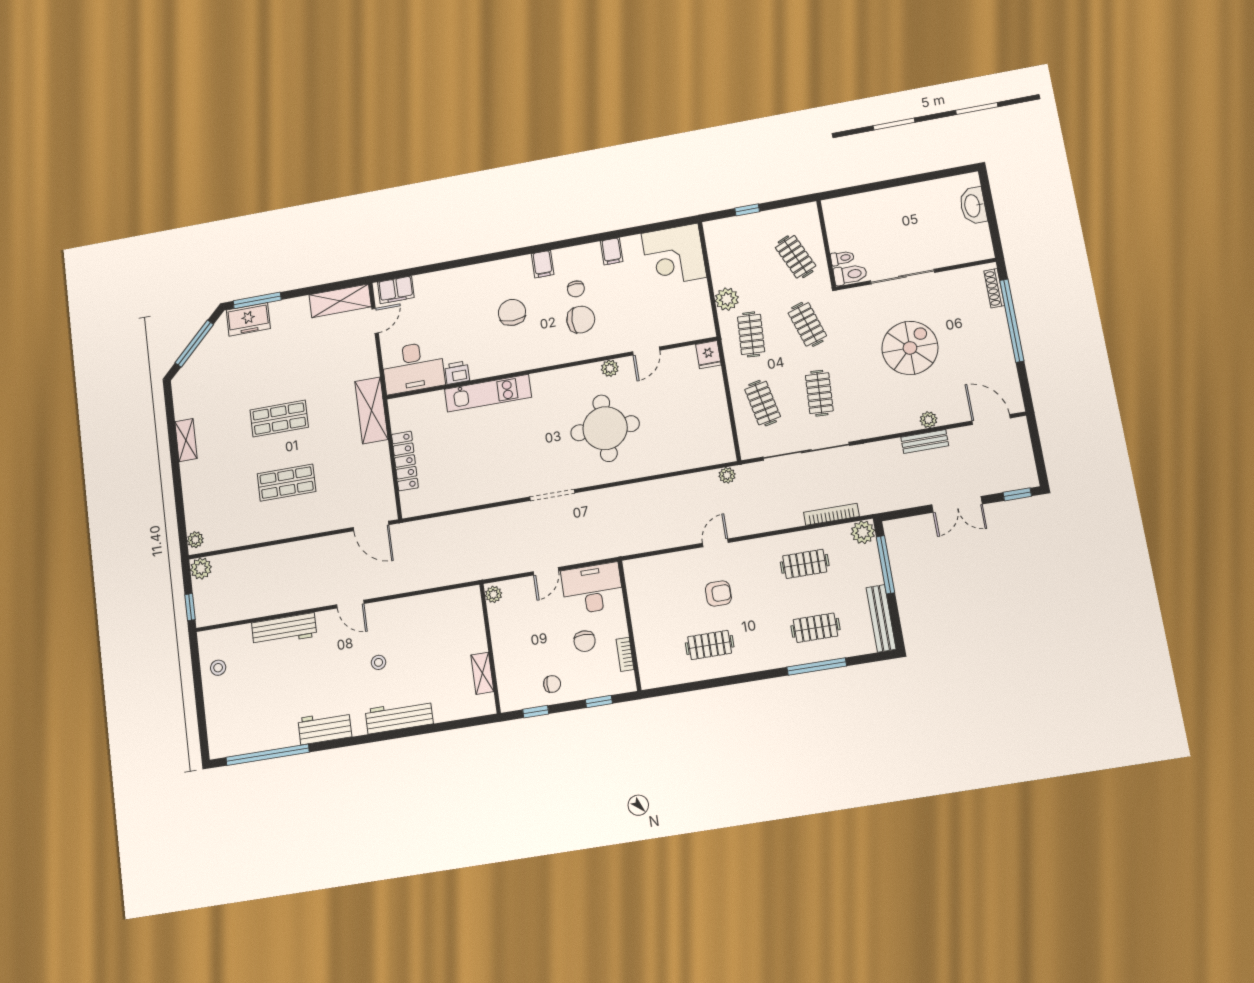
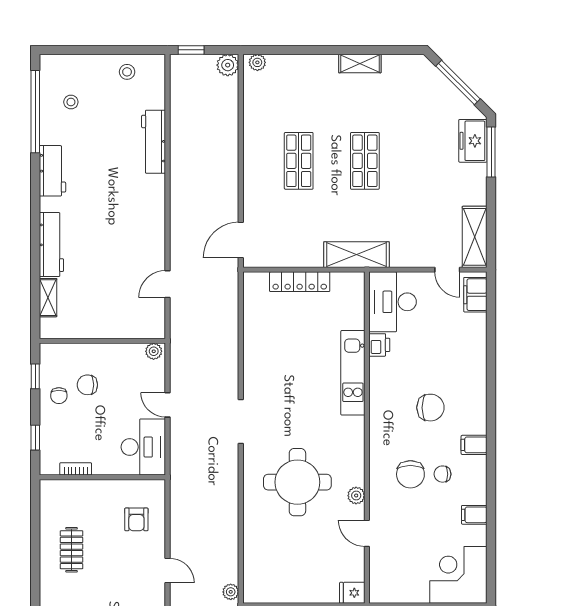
armchair: (718, 593) -> (136, 519), moved
door: (350, 604) -> (168, 284), moved
chair: (585, 641) -> (87, 385), moved
stool: (378, 662) -> (71, 102), moved
shelving: (482, 673) -> (48, 298), moved, turned 90

